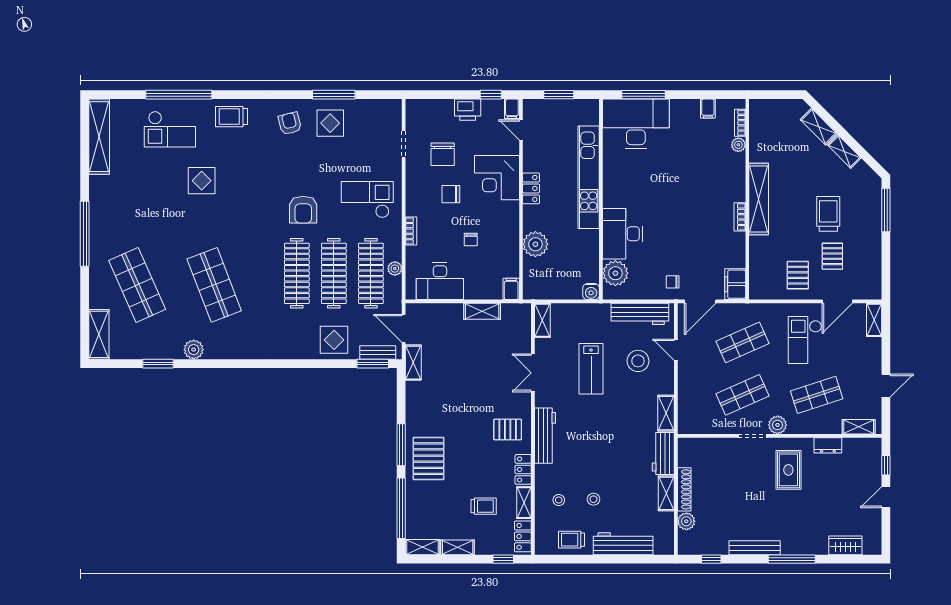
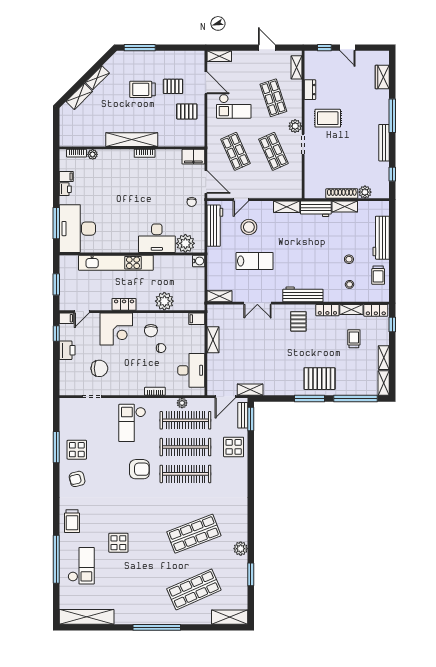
printer: (690, 107) -> (65, 189), added
chair: (451, 194) -> (151, 331), moved

